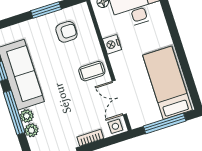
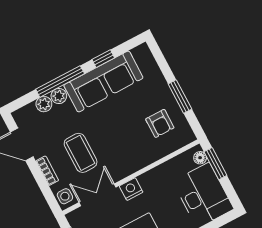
nightstand: (112, 44) -> (131, 189), moved
coffee table: (92, 71) -> (81, 153), moved, width x1.36, depth x1.30

